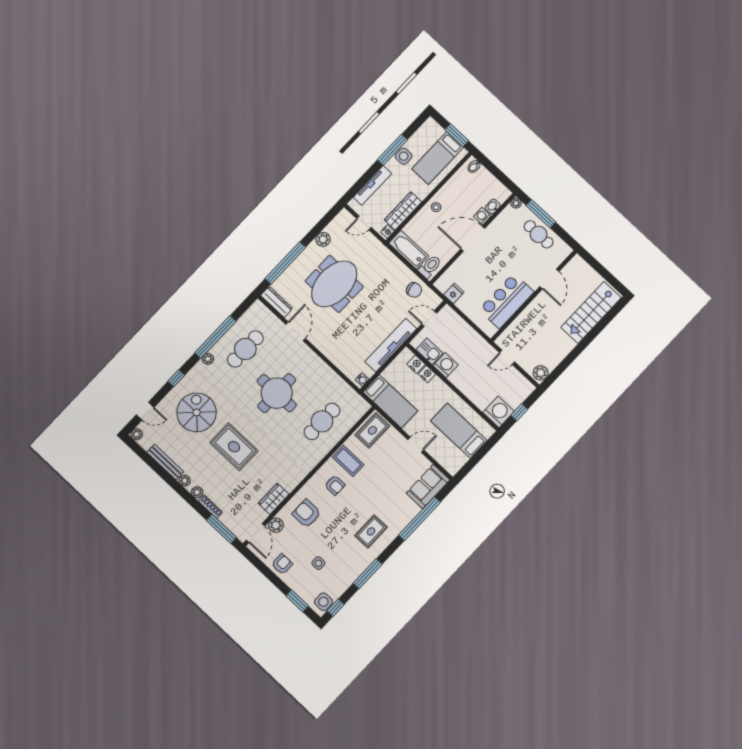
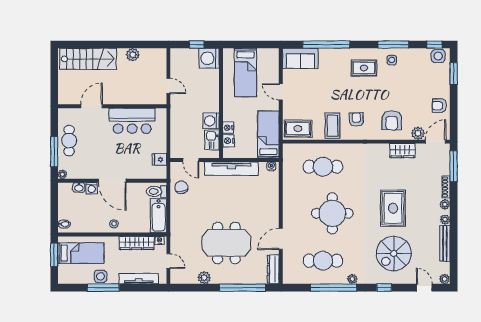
plant: (541, 373) -> (133, 55), moved
side table: (318, 563) -> (392, 60), moved

